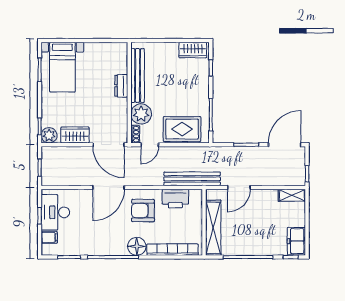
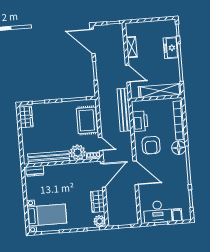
dresser: (121, 86) -> (35, 171), moved
shelving: (292, 195) -> (132, 47), moved
freezer: (296, 241) -> (171, 48), moved, turned 90

